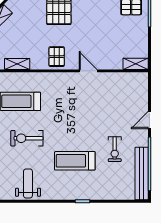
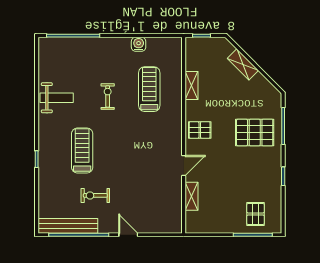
shelving: (136, 64) -> (191, 196), moved
exercise bike: (27, 138) -> (108, 96), width x0.73, depth x0.72

